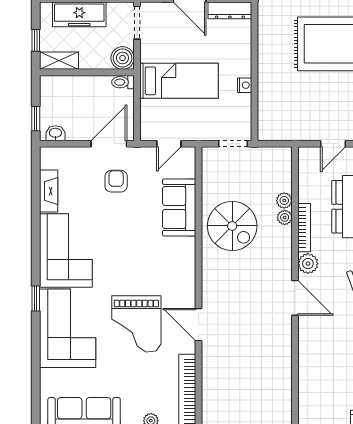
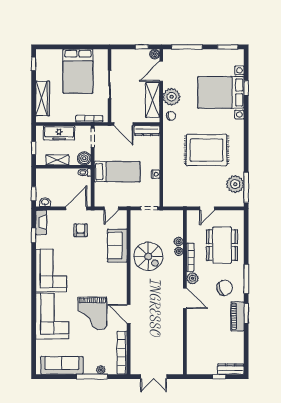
shelving: (59, 61) -> (57, 160), moved
fireplace: (49, 191) -> (41, 222), moved
window: (36, 298) -> (34, 235), moved

